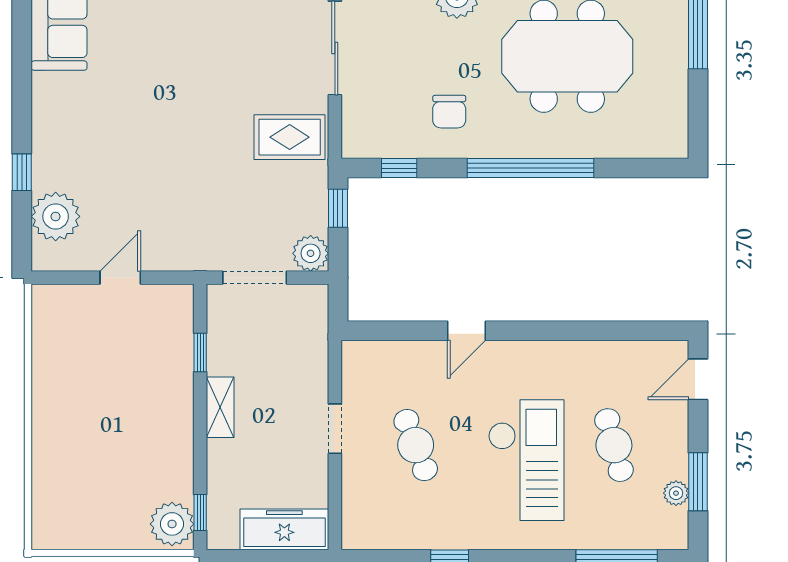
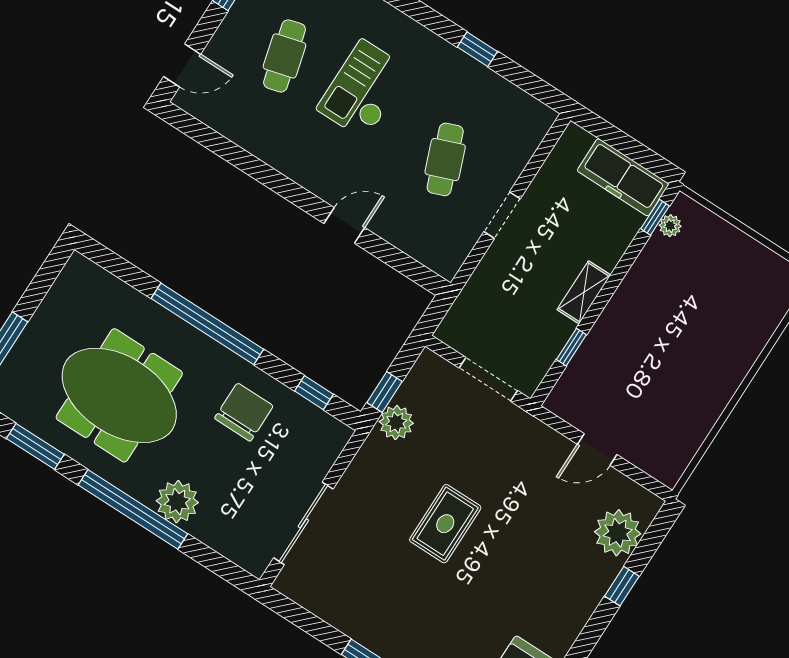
chair: (449, 112) -> (244, 412), width x1.37, depth x1.37
rug: (290, 137) -> (445, 524), moved, turned 90
plant: (311, 253) -> (396, 422), moved
checkout: (526, 460) -> (363, 90), width x0.73, depth x0.83
plant: (172, 524) -> (670, 226), width x0.53, depth x0.53
freezer: (284, 529) -> (623, 177), moved

